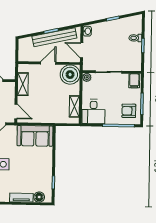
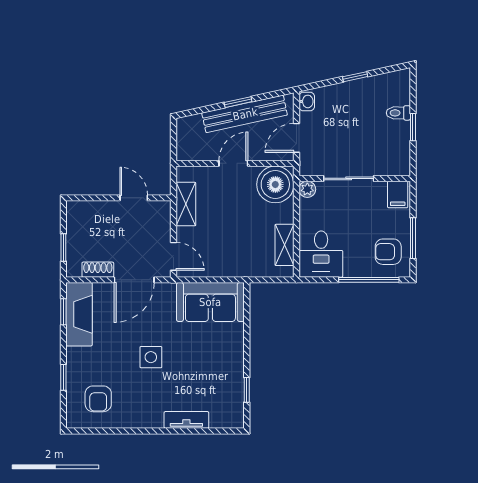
door: (82, 50) -> (296, 138), hinge flipped
floor lamp: (39, 197) -> (220, 418), removed

